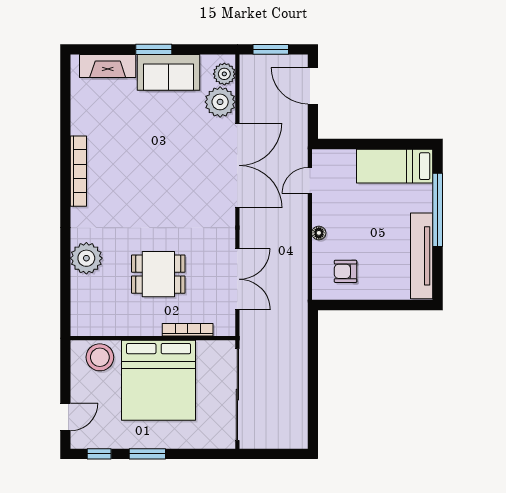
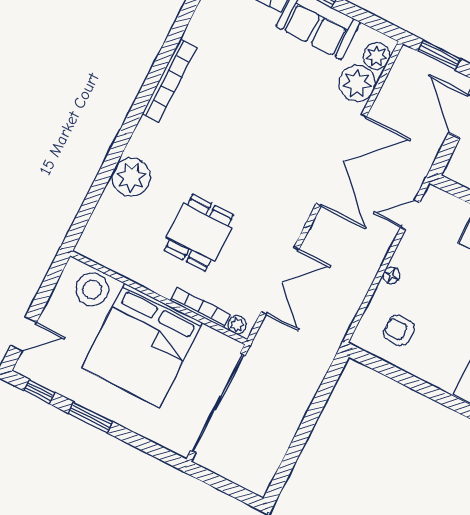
dining table: (158, 274) -> (199, 233), turned 90
plant: (222, 329) -> (237, 325), added

